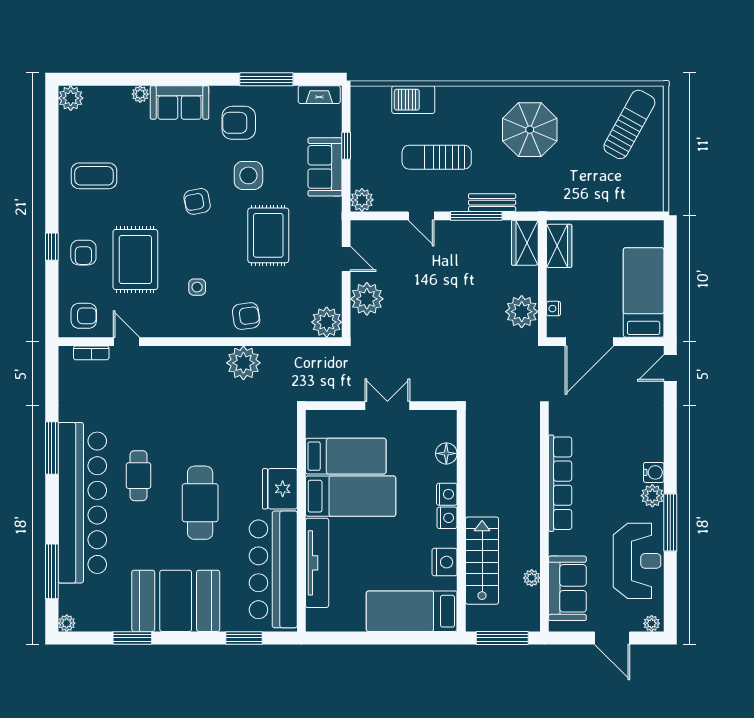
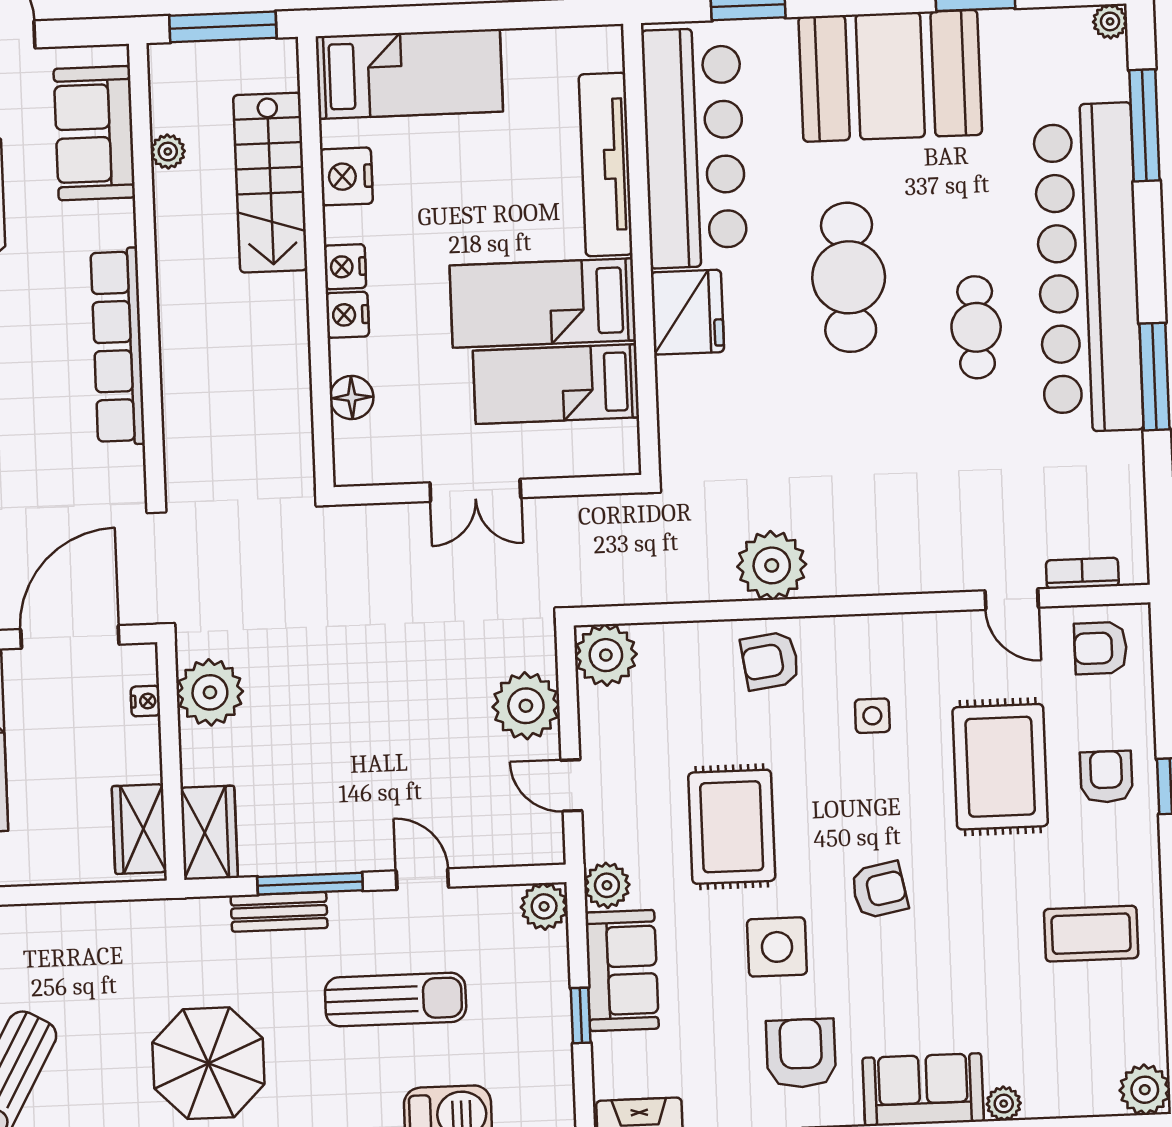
armchair: (239, 123) -> (801, 1053), turned -90
plant: (331, 209) -> (607, 885), added

